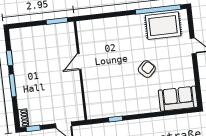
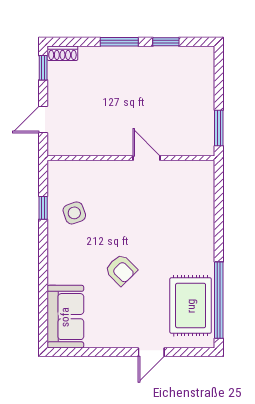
side table: (116, 100) -> (74, 213), added

